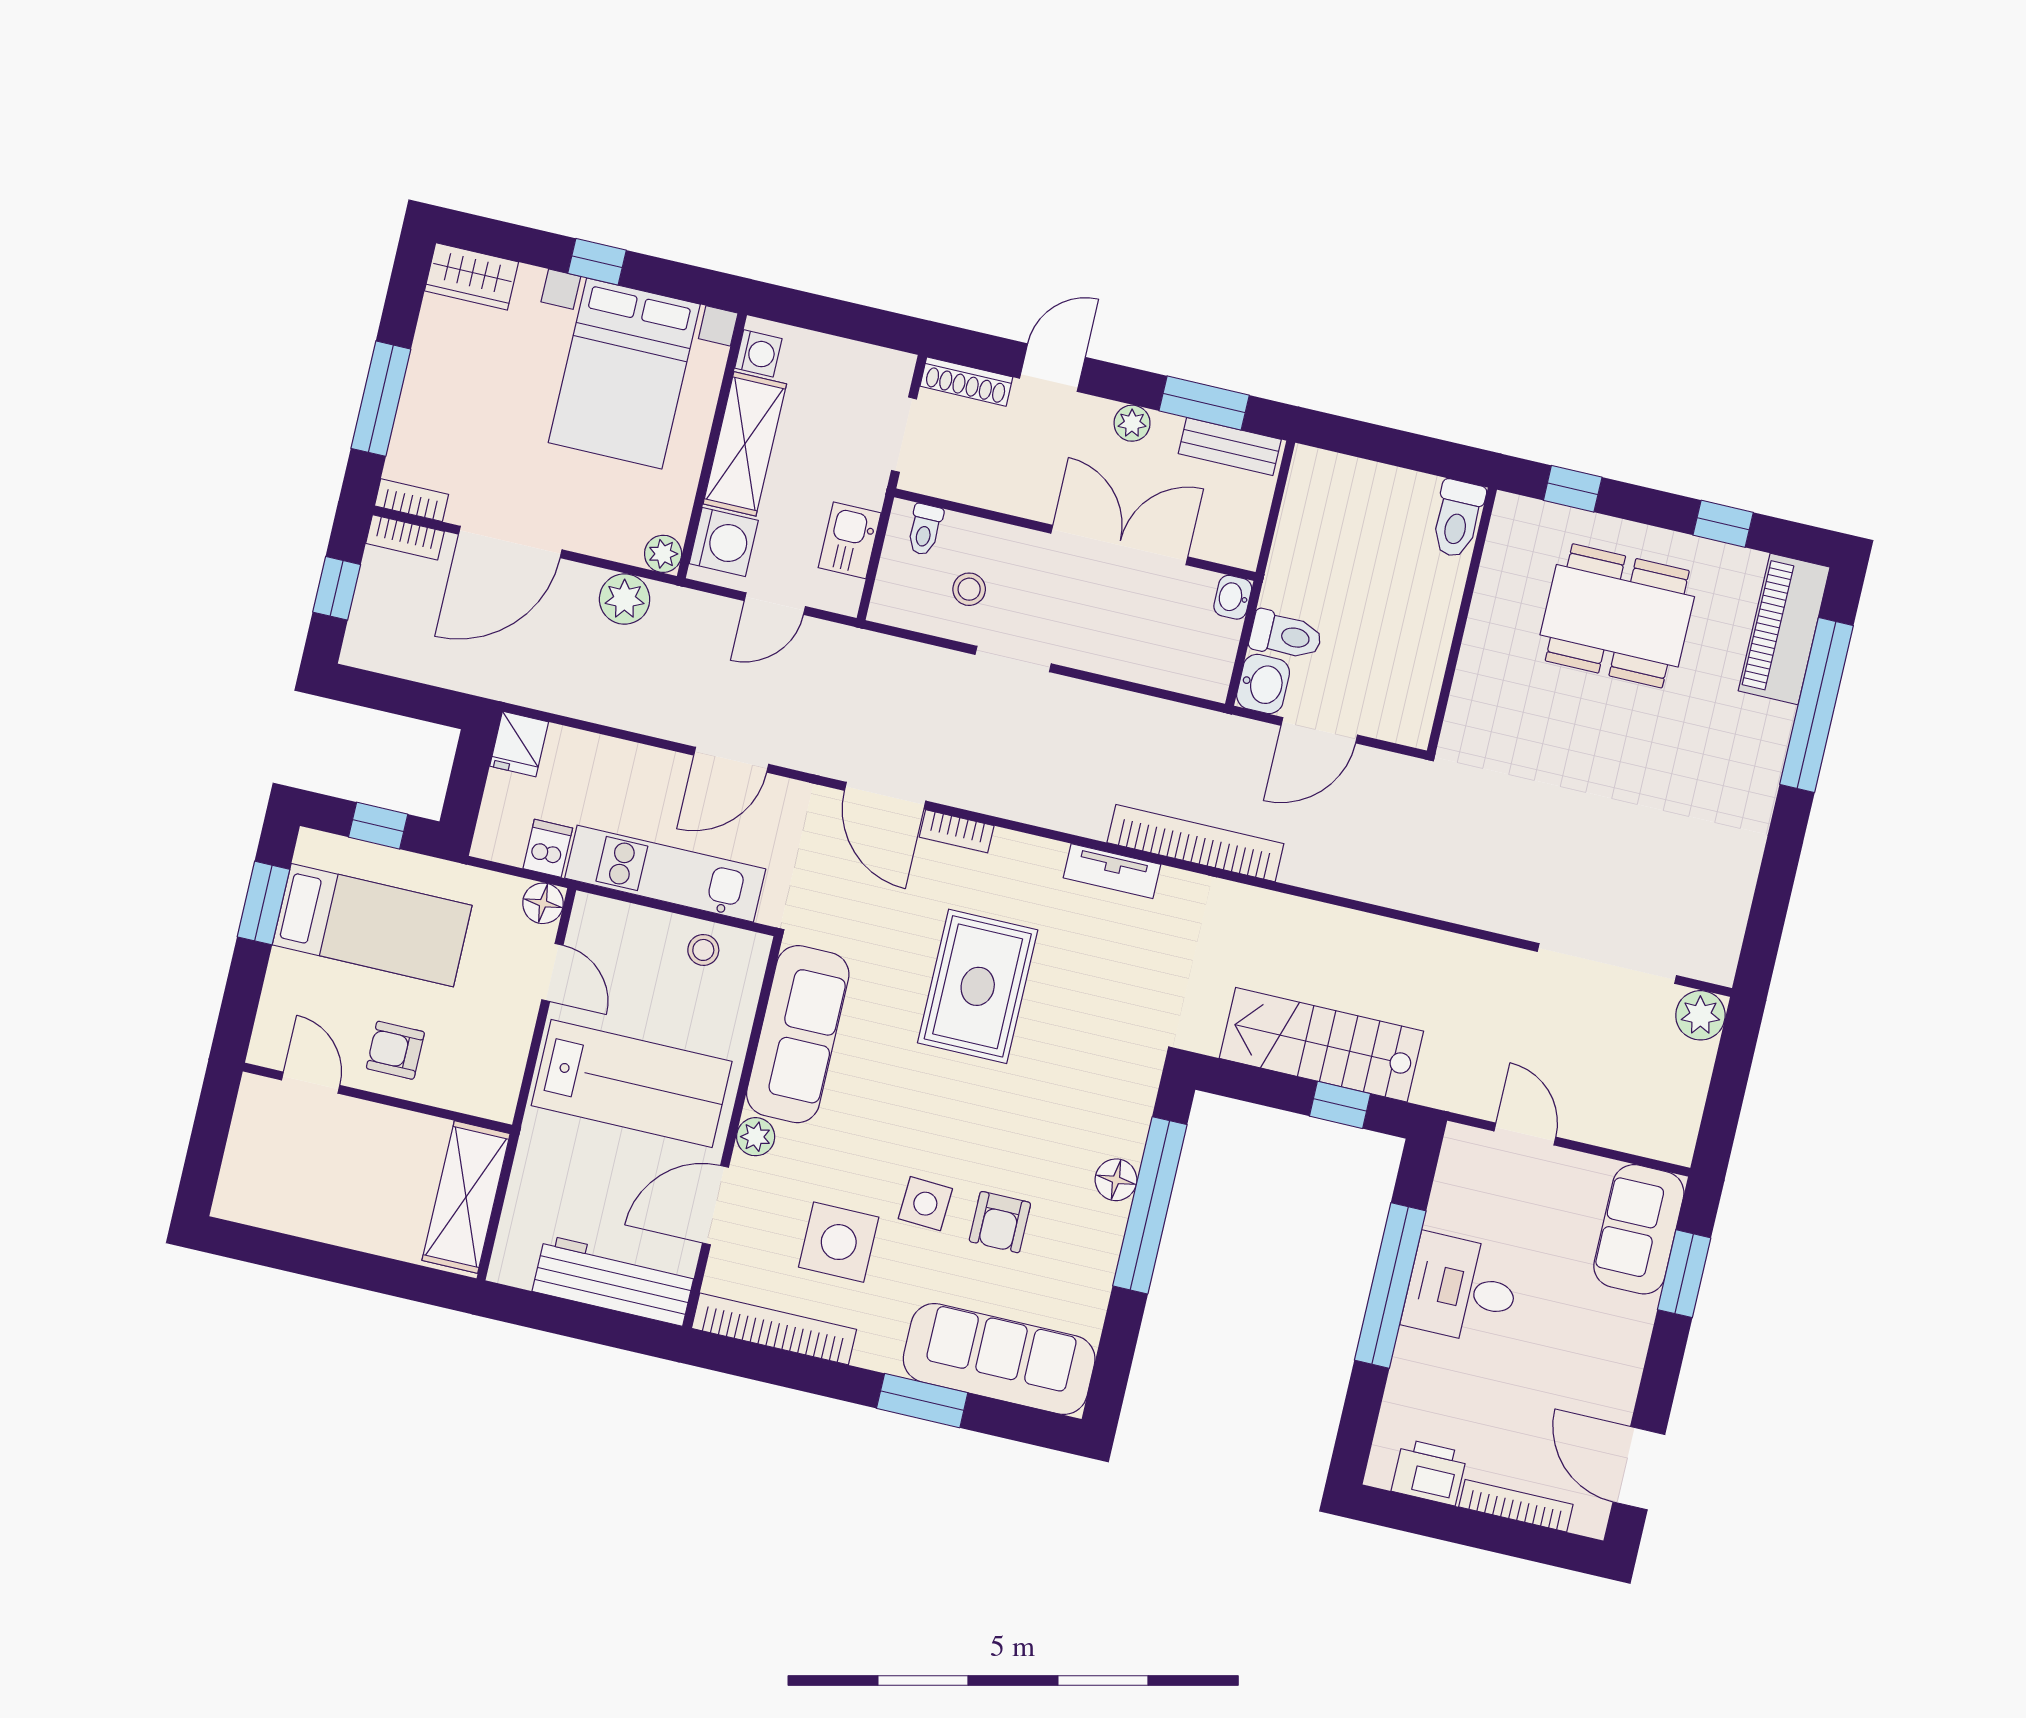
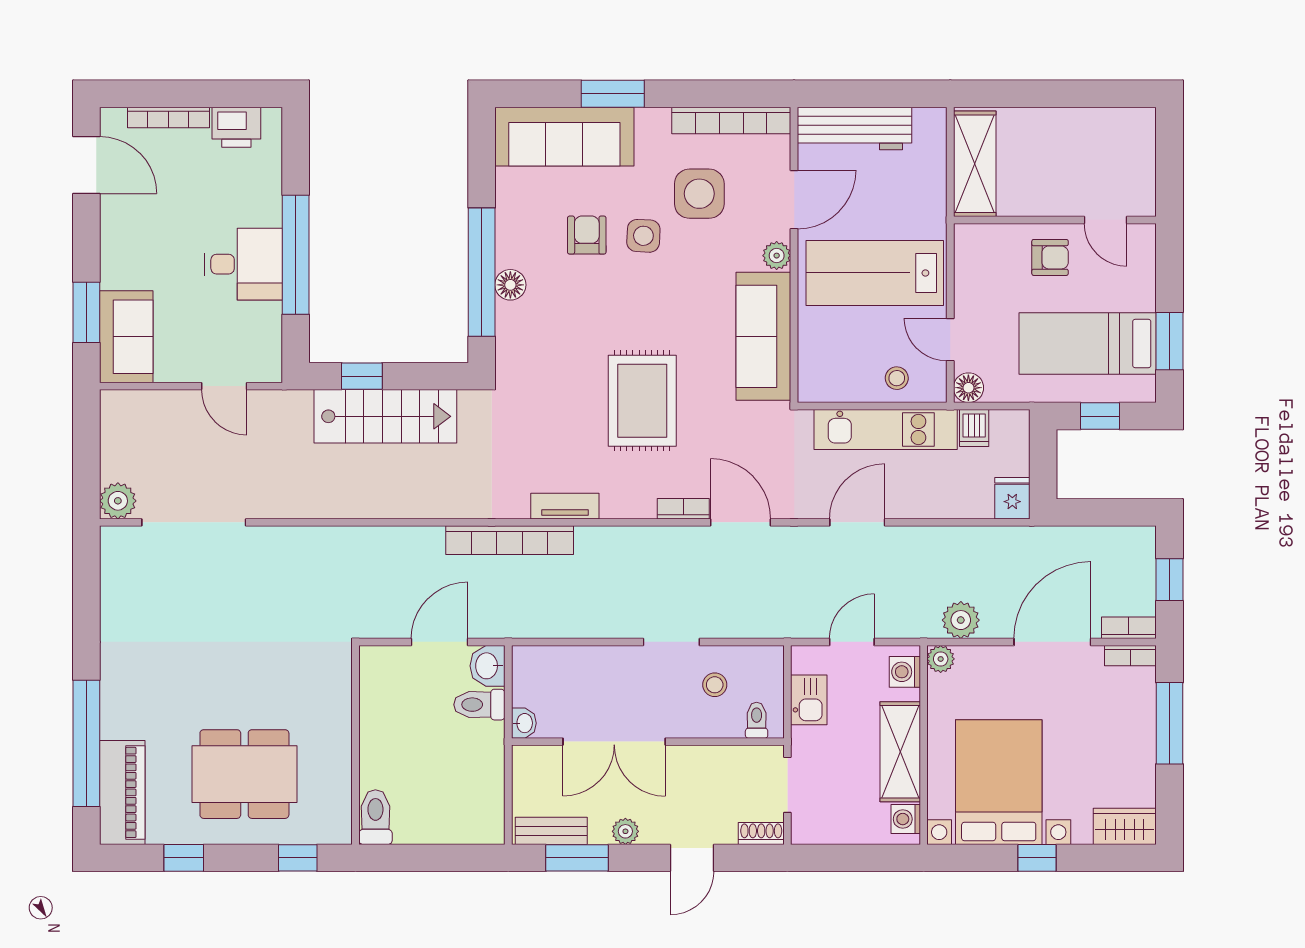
shoe rack: (966, 382) -> (761, 834), width x0.70
washing machine: (724, 542) -> (905, 672), width x0.73, depth x0.73
stool: (703, 950) -> (897, 378), moved

